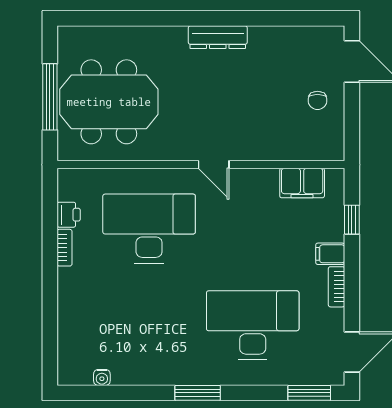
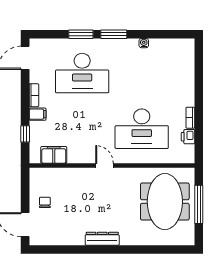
meeting table: (109, 102) -> (165, 202), turned 90
water cooler: (102, 377) -> (144, 43), moved
window: (309, 393) -> (81, 34), moved

